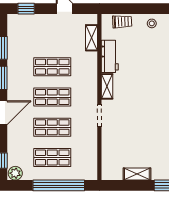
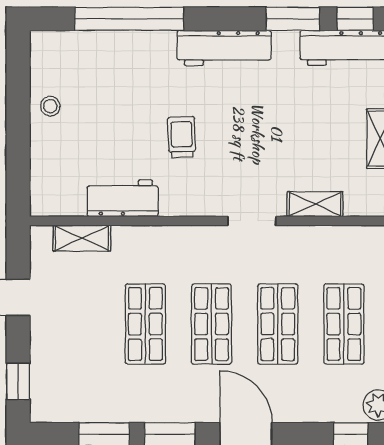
trolley: (122, 22) -> (182, 137), moved
shelving: (107, 86) -> (315, 204), moved

